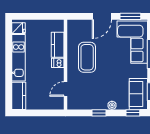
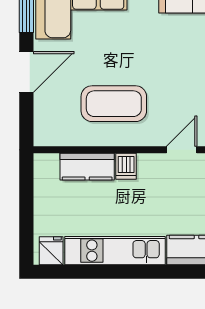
door: (102, 16) -> (26, 72), hinge flipped
door: (66, 89) -> (182, 150), swing flipped

